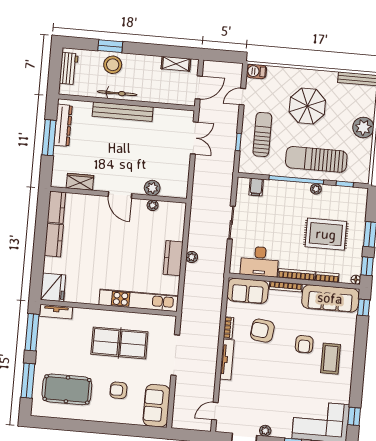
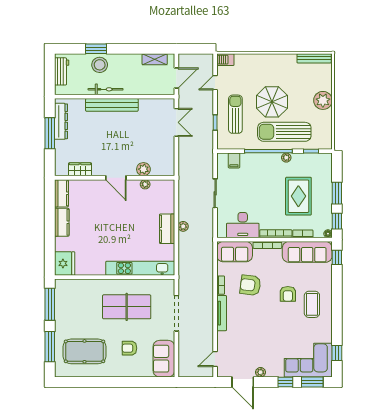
parasol: (307, 106) -> (272, 102), moved
rug: (326, 234) -> (298, 196), turned 90
tv unit: (56, 312) -> (69, 284), removed

